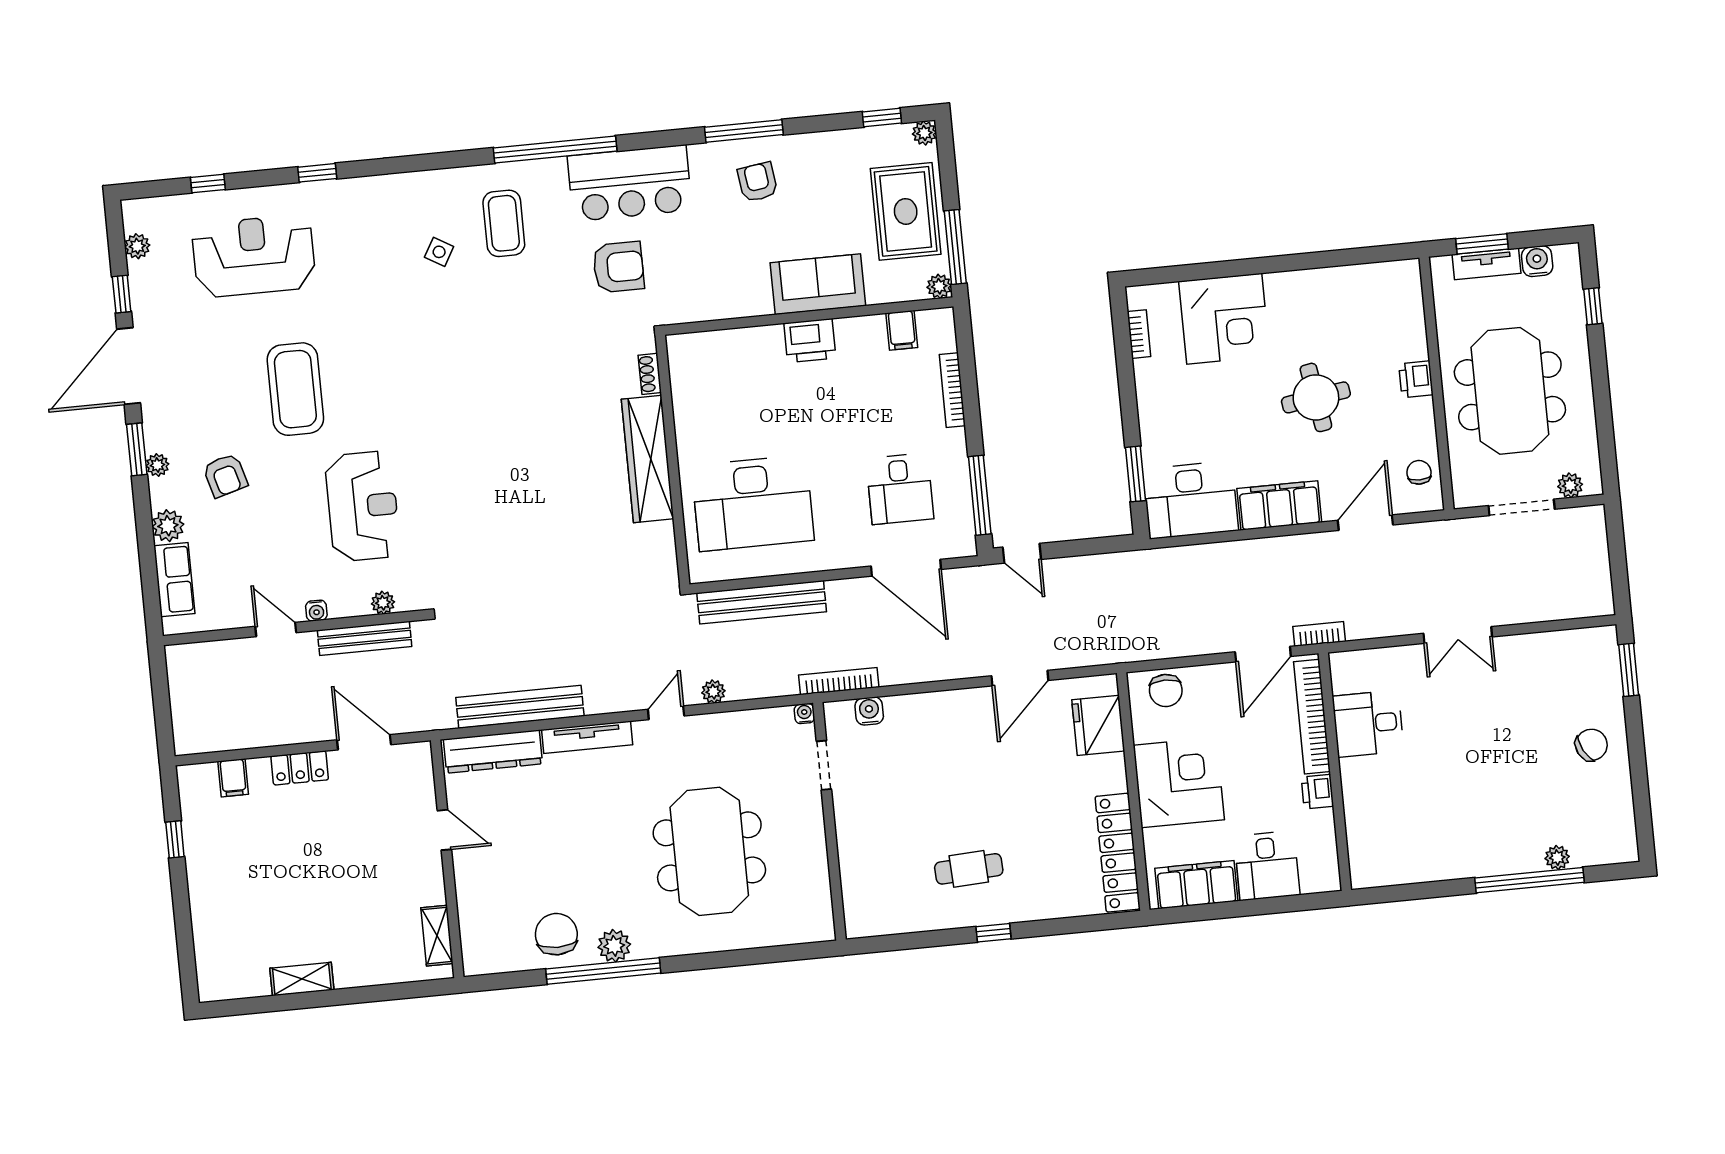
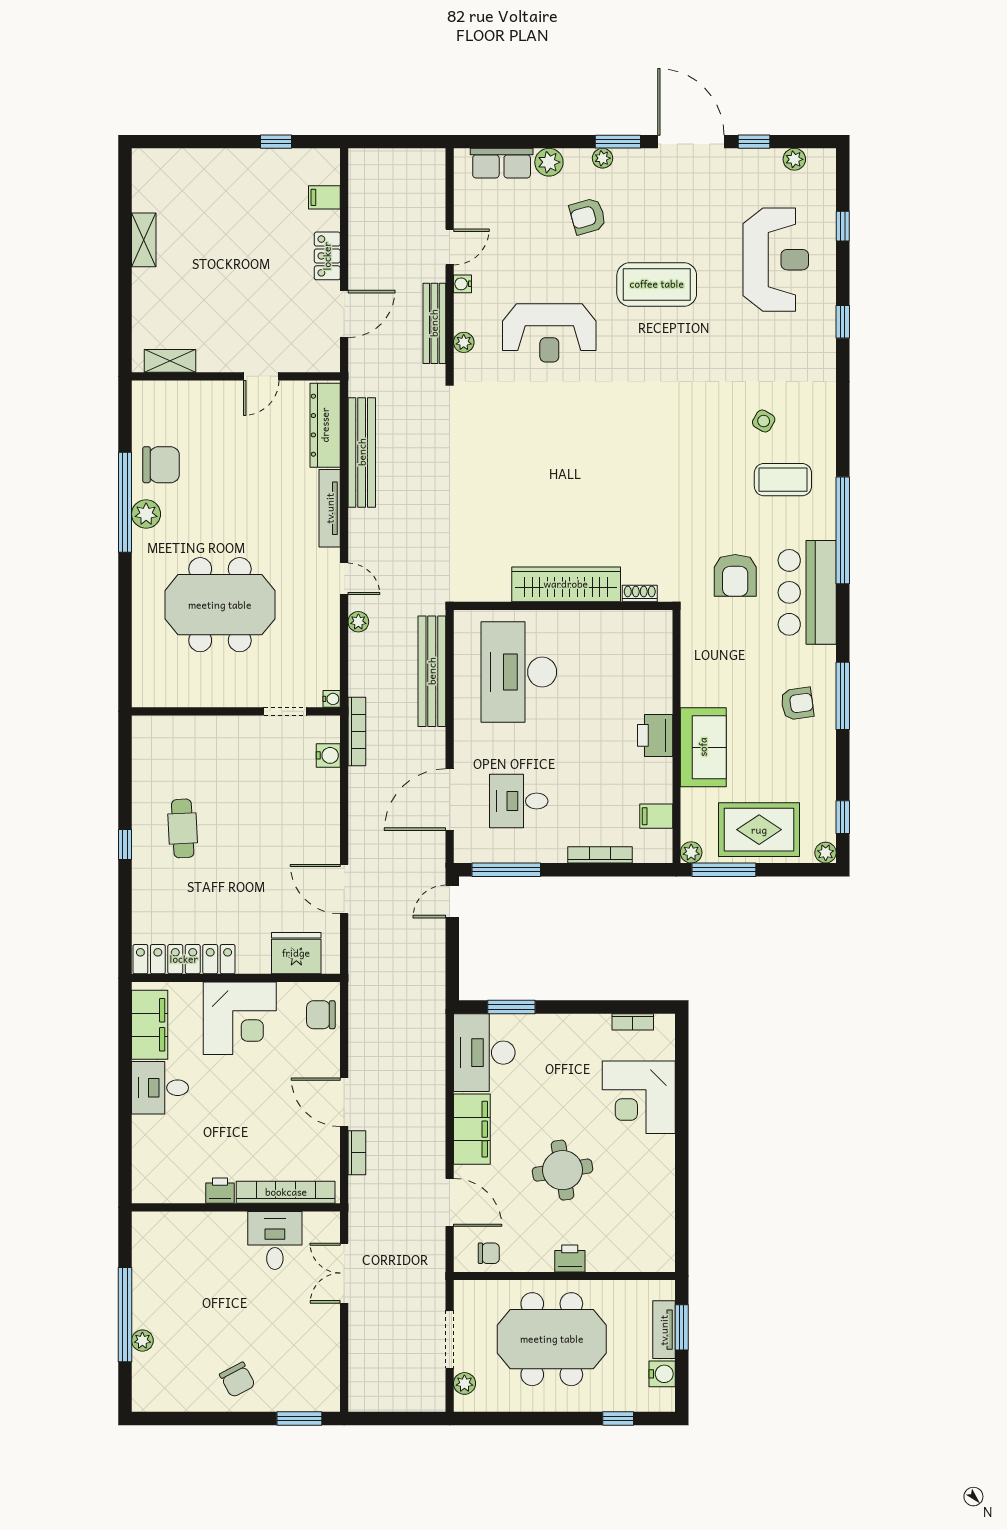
bookcase: (1312, 717) -> (286, 1192), moved
desk: (1368, 724) -> (275, 1240), moved
wall: (1335, 772) -> (236, 1207), moved
printer: (1317, 792) -> (220, 1191), moved

